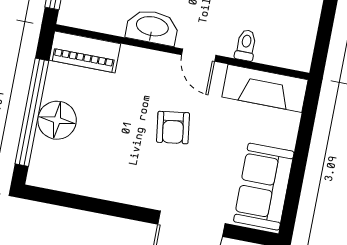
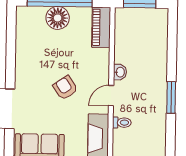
washbasin: (152, 27) -> (120, 72), width x0.52, depth x0.69
armchair: (173, 128) -> (65, 88), turned 64

